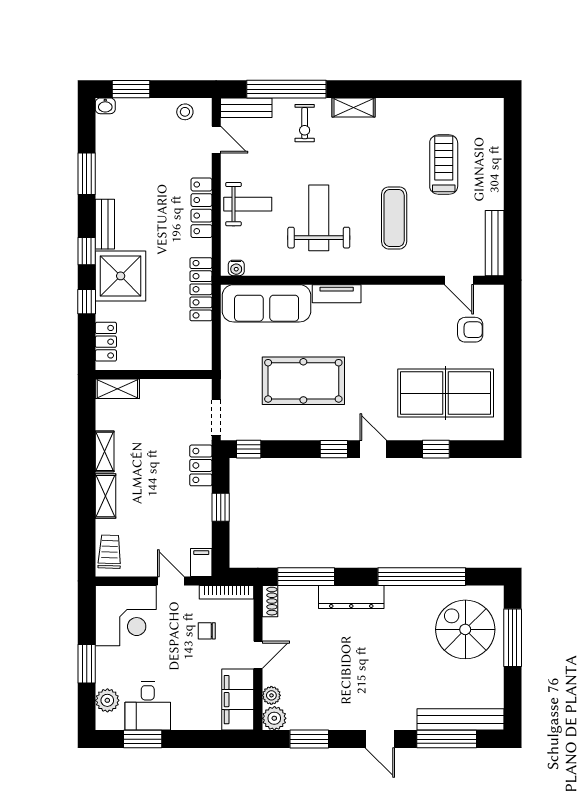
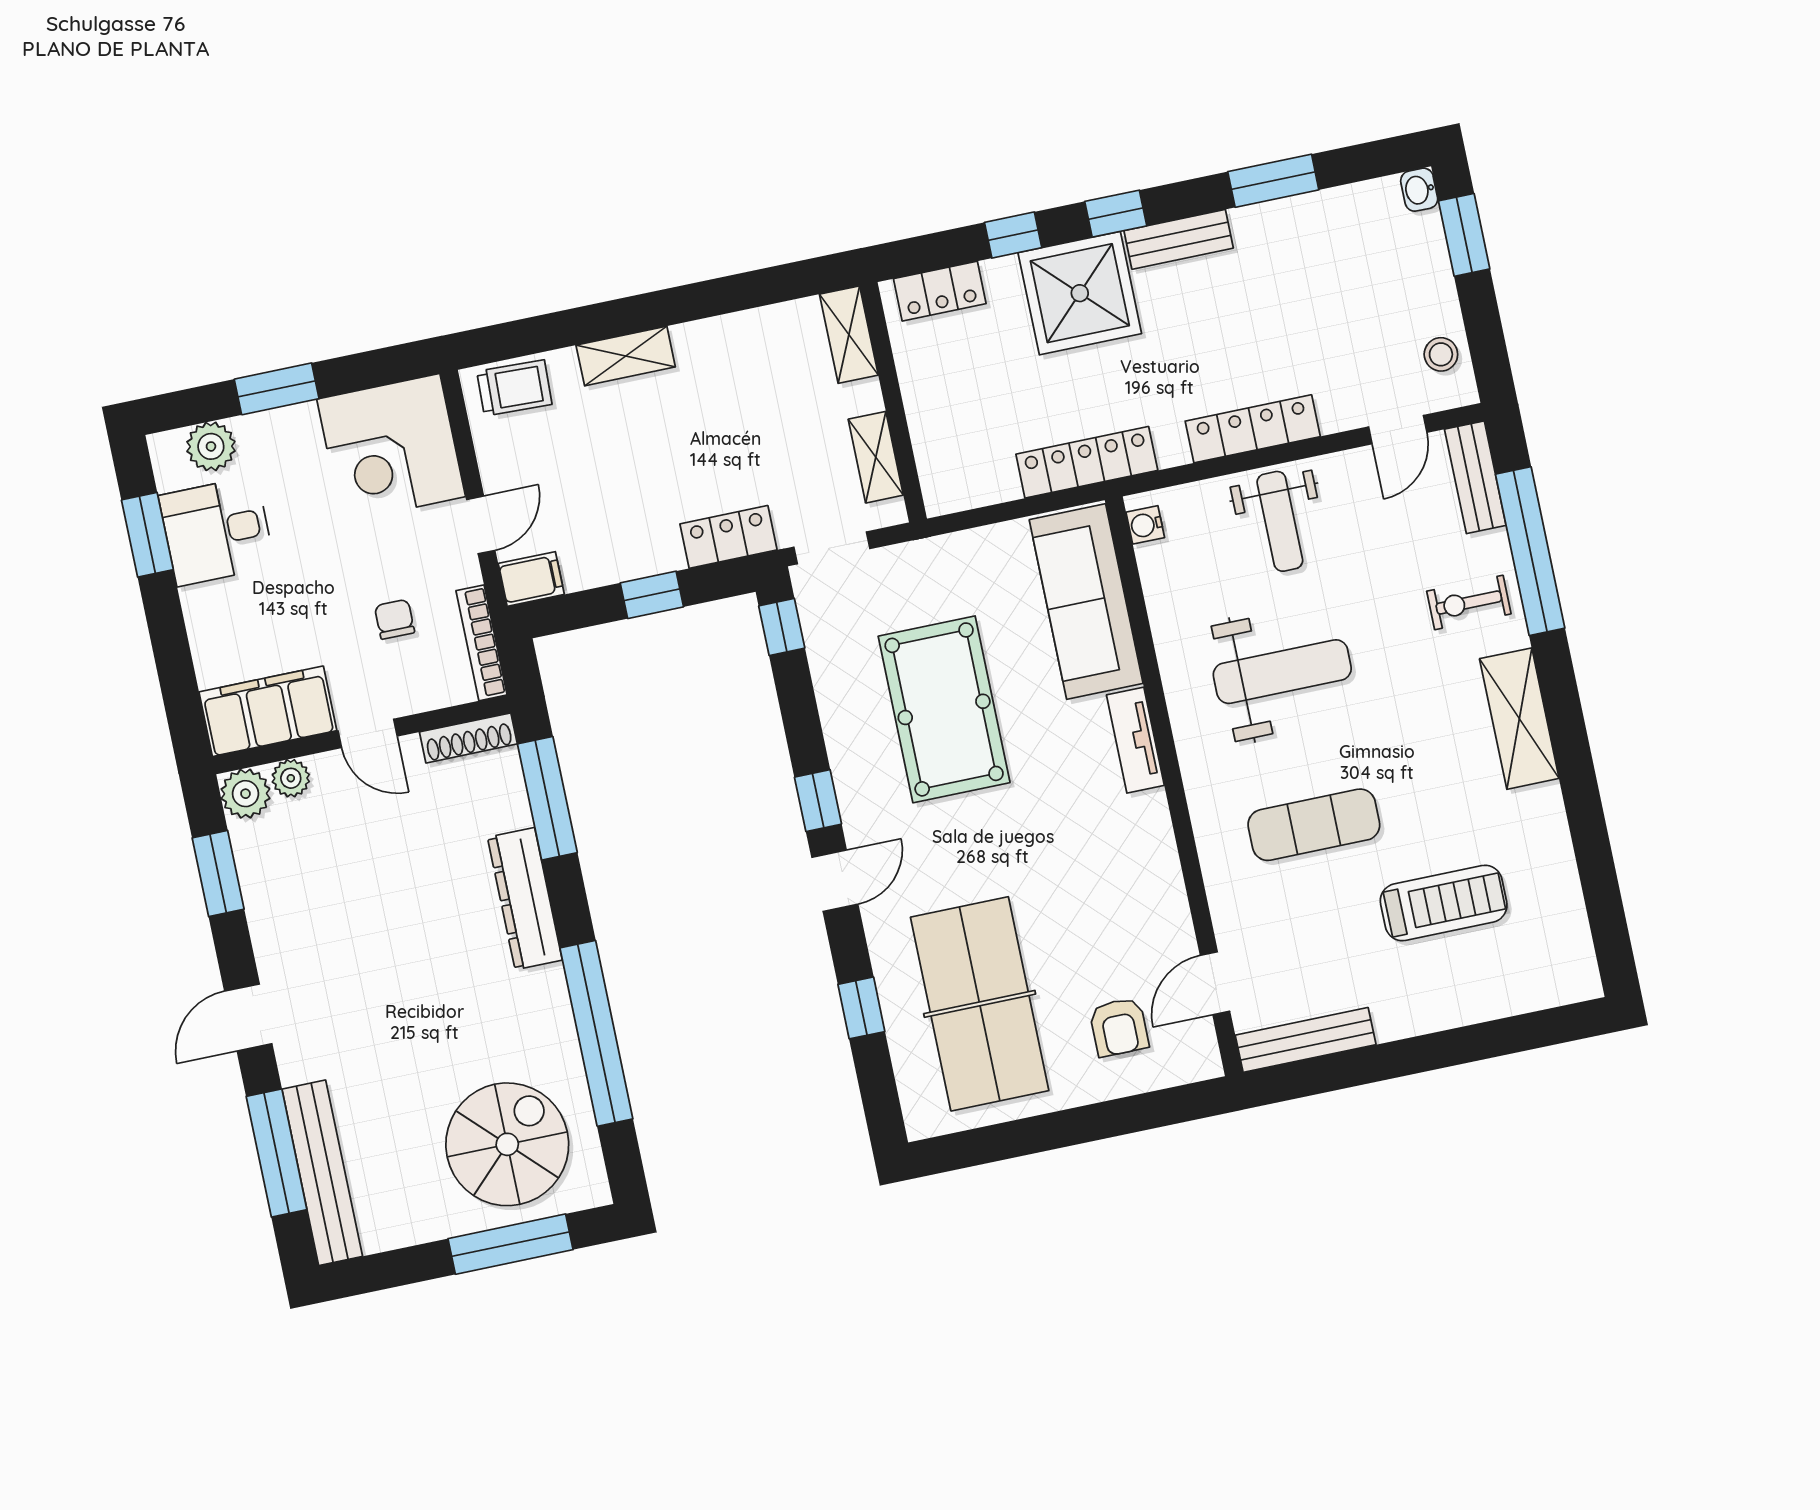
shelving: (354, 108) -> (1519, 719), width x1.50, depth x1.33
shelving: (105, 451) -> (876, 457), moved, turned 90
shoe rack: (270, 601) -> (468, 738), width x1.43

